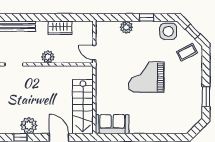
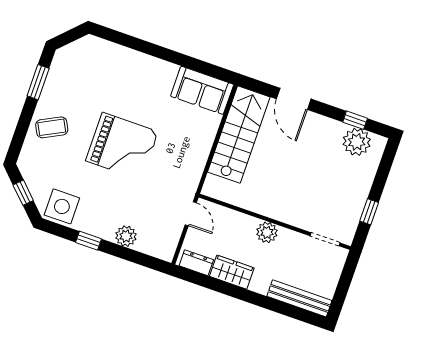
dresser: (82, 26) -> (196, 263), added
coffee table: (187, 52) -> (52, 127), moved
plant: (29, 125) -> (357, 142), moved

